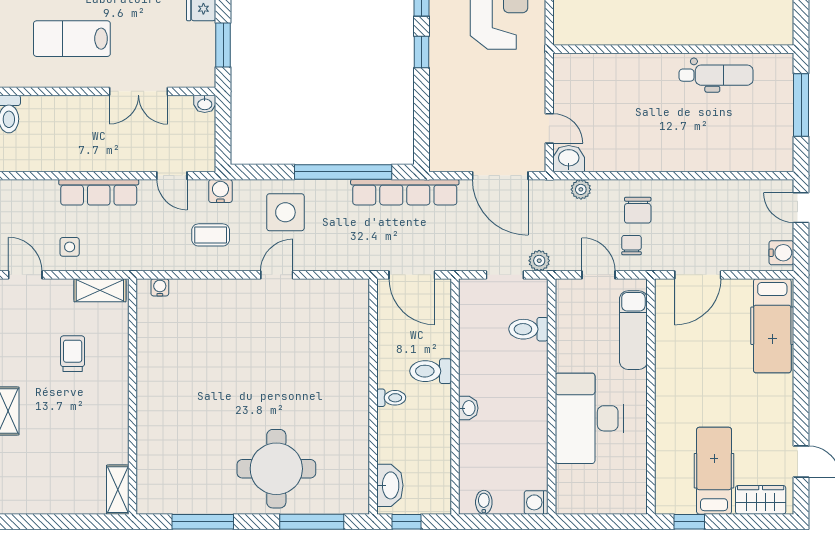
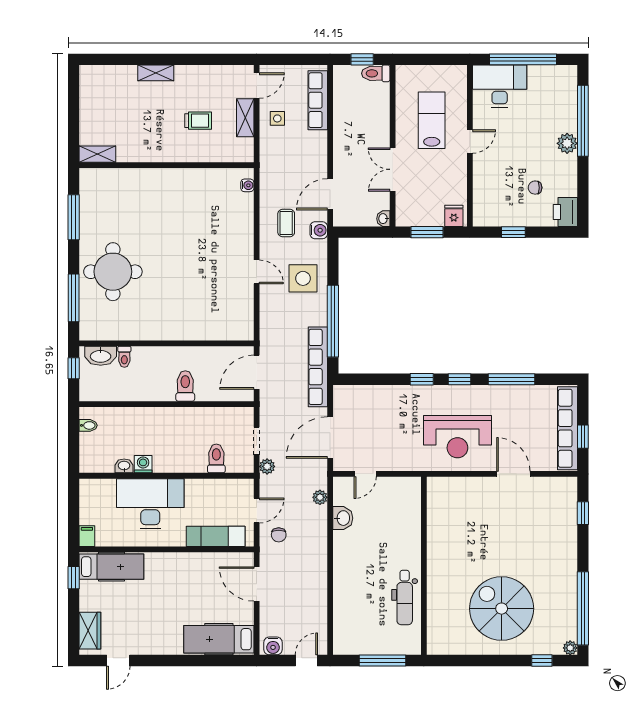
washbasin: (569, 159) -> (343, 518), moved
door: (172, 176) -> (330, 194), width x1.38
row of seats: (99, 192) -> (318, 100), moved
chair: (638, 210) -> (305, 539), removed
chair: (631, 245) -> (279, 535), turned 90
shelving: (100, 290) -> (245, 118), moved
toilet: (391, 398) -> (124, 357), moved
washbasin: (468, 408) -> (124, 466), moved, turned 180
hospital bed: (714, 471) -> (111, 567), moved
washing machine: (536, 502) -> (143, 464), moved
filing cabinet: (633, 504) -> (87, 536), added

